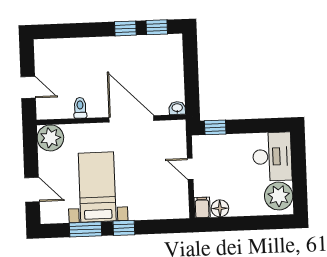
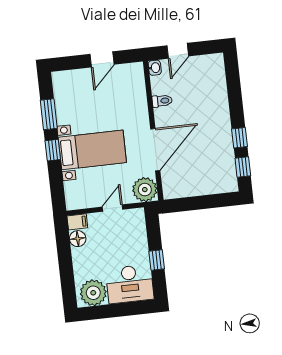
washbasin: (177, 108) -> (155, 68), moved
window: (215, 127) -> (157, 260), moved
plant: (50, 138) -> (145, 190), moved
bed with nightstands: (97, 187) -> (92, 150), moved
door: (32, 190) -> (102, 59), moved

